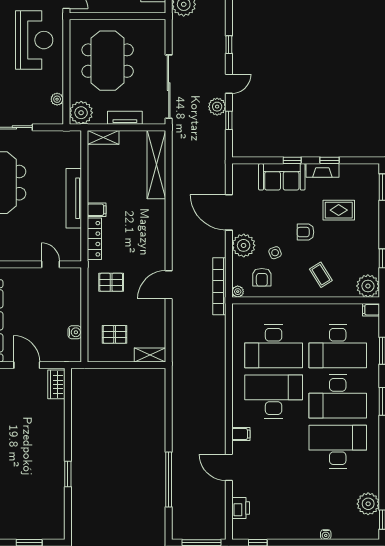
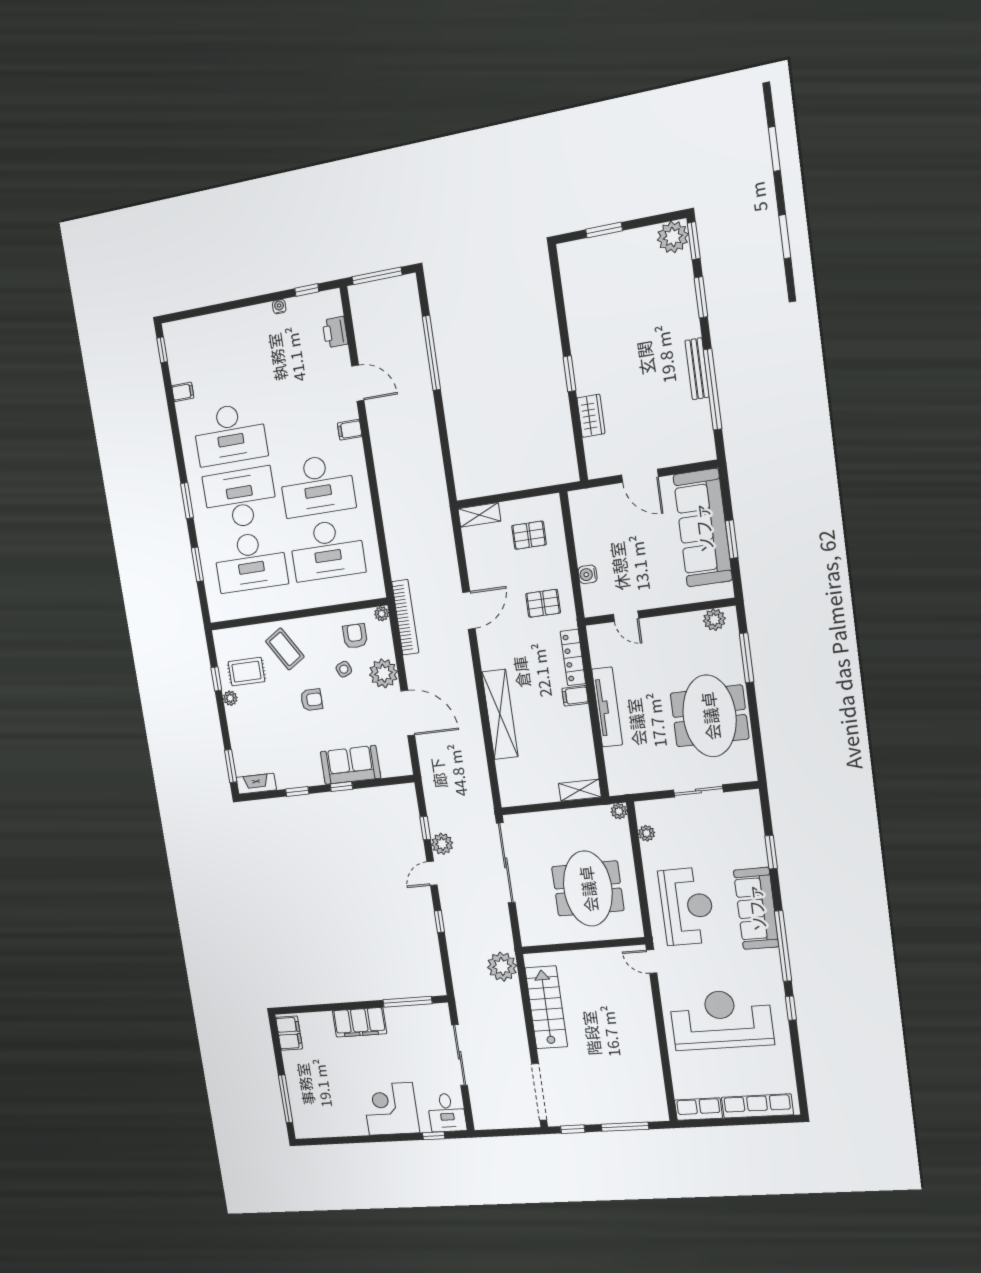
reception desk: (34, 40) -> (687, 906), turned 180
plant: (81, 113) -> (619, 811), width x0.53, depth x0.53
tv unit: (125, 118) -> (556, 818), removed
shelving: (156, 165) -> (500, 714), moved
fireplace: (322, 170) -> (256, 784), moved
rug: (339, 210) -> (246, 672), moved
coffee table: (321, 275) -> (285, 649), width x1.36, depth x1.30
plant: (368, 286) -> (230, 698), moved, width x0.53, depth x0.53
filing cabinet: (371, 310) -> (183, 392), moved
water cooler: (75, 332) -> (588, 574), moved
desk: (274, 346) -> (327, 550), turned 180
desk: (338, 346) -> (250, 562), turned 180
wardrobe: (56, 384) -> (591, 416), moved
window: (68, 474) -> (570, 374), moved
plant: (368, 504) -> (182, 367), removed
water cooler: (326, 535) -> (279, 307), moved

